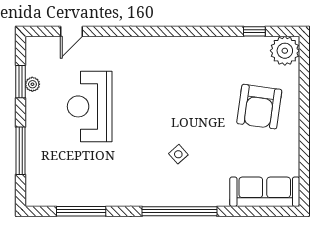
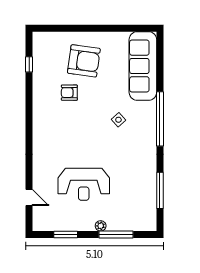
plant: (285, 51) -> (43, 42), removed
plant: (32, 84) -> (101, 226), moved
armchair: (216, 87) -> (69, 93), added
sofa: (265, 192) -> (143, 66), width x1.36, depth x1.27

